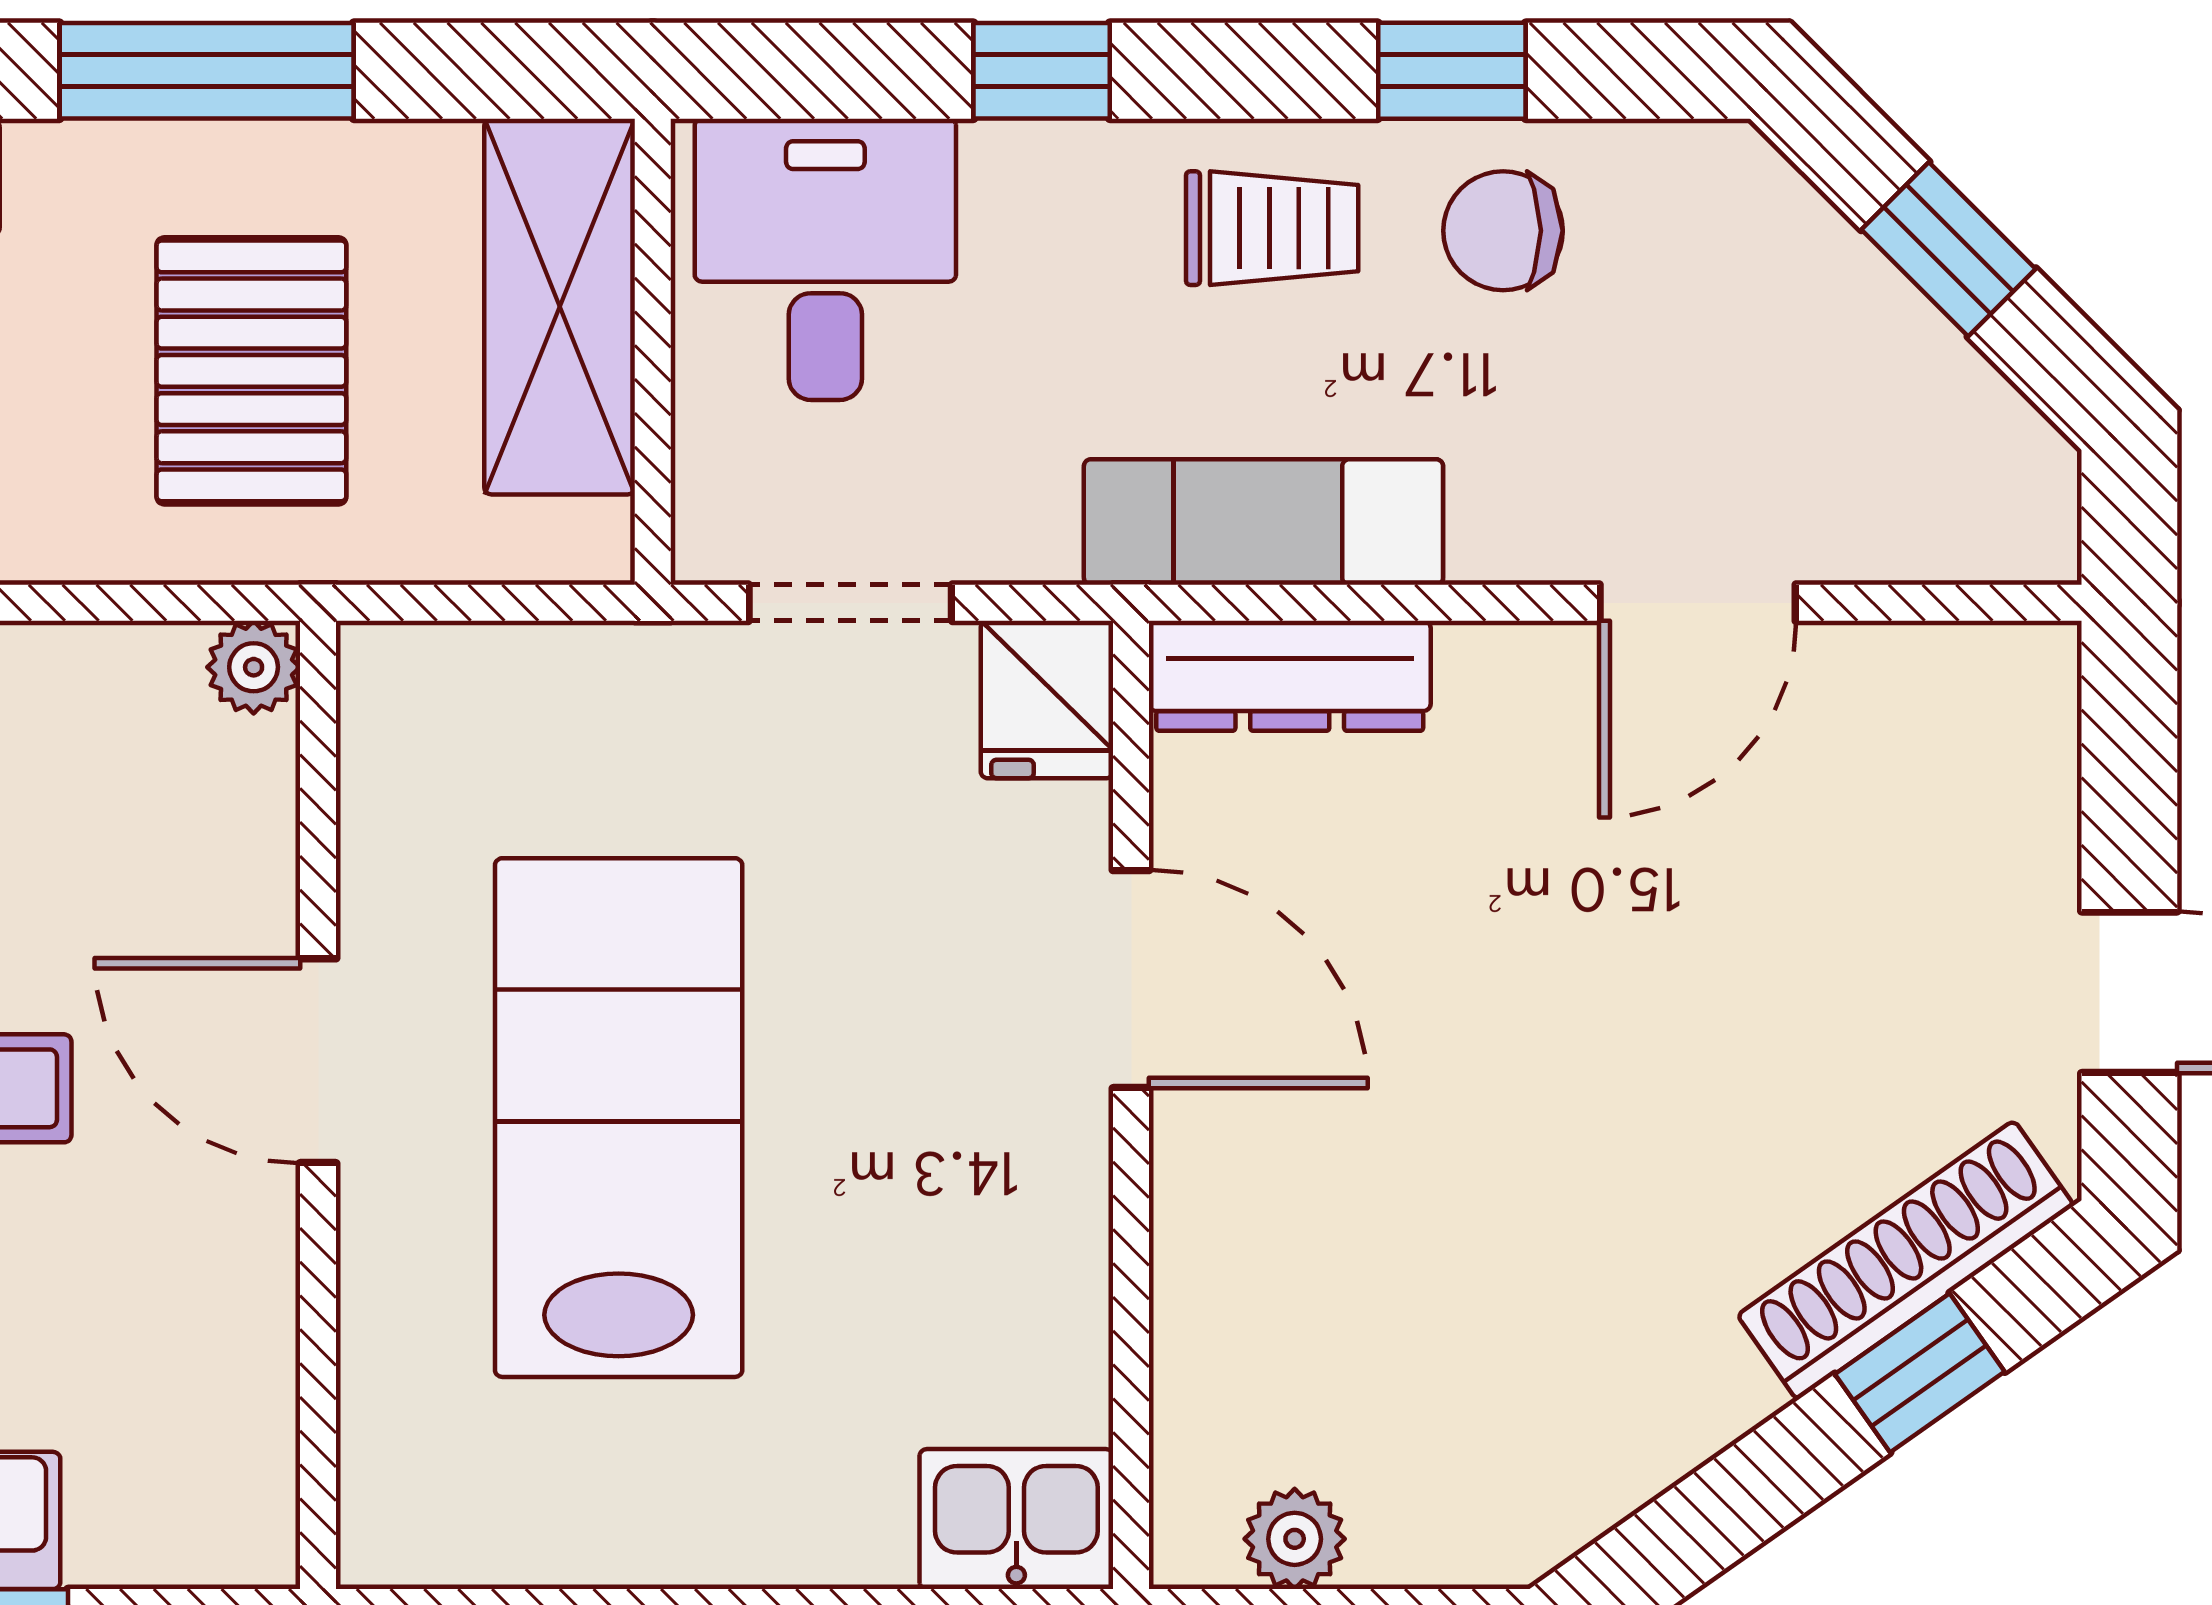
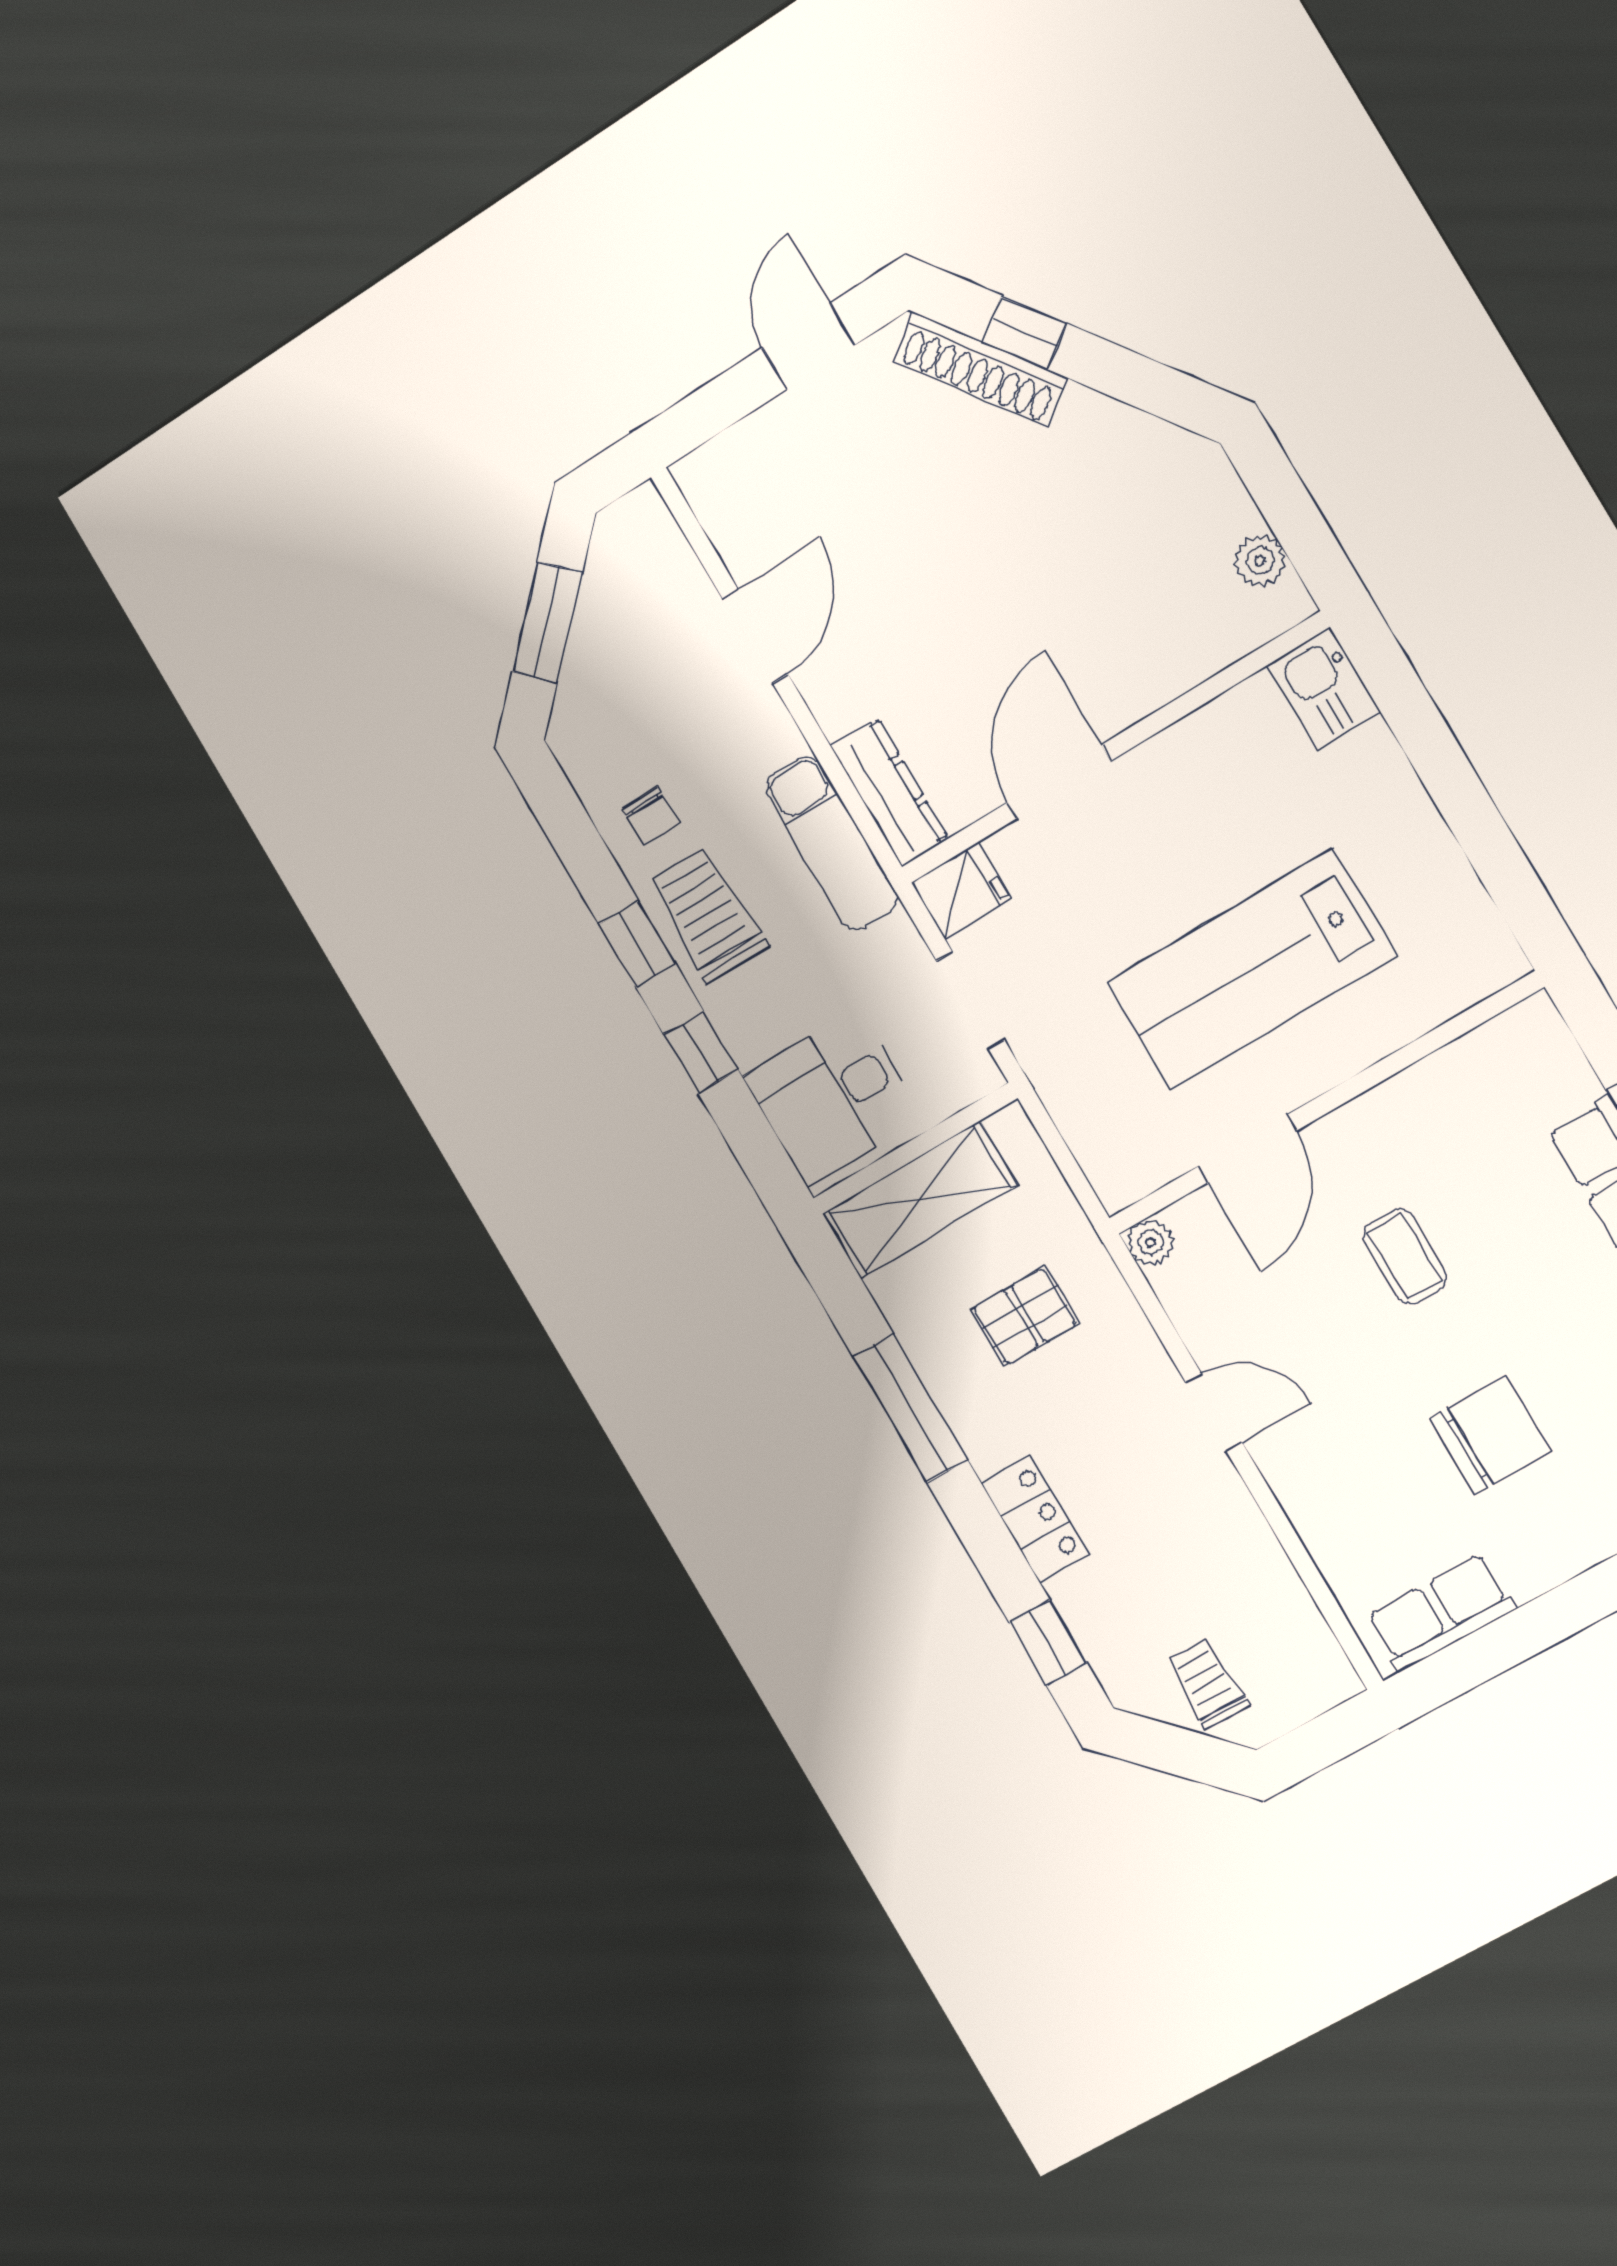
window: (1452, 71) -> (637, 944), moved
trolley: (1272, 228) -> (708, 915), width x1.36, depth x1.39
chair: (1503, 231) -> (651, 816), width x0.73, depth x0.73
window: (1948, 249) -> (547, 622), width x1.50
pallet: (251, 371) -> (1025, 1316), width x0.67, depth x0.71
door: (1698, 603) -> (755, 636), hinge flipped
door: (318, 1061) -> (1247, 1149), moved

